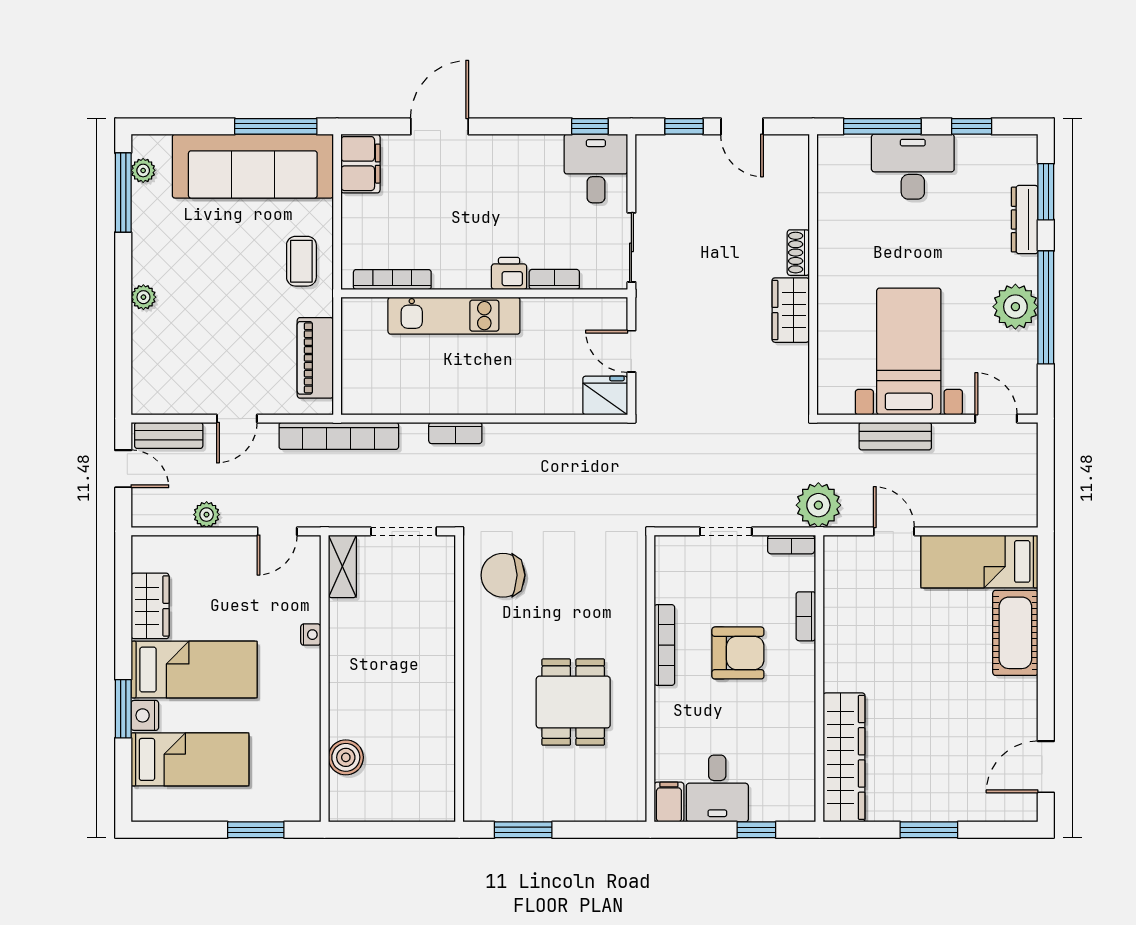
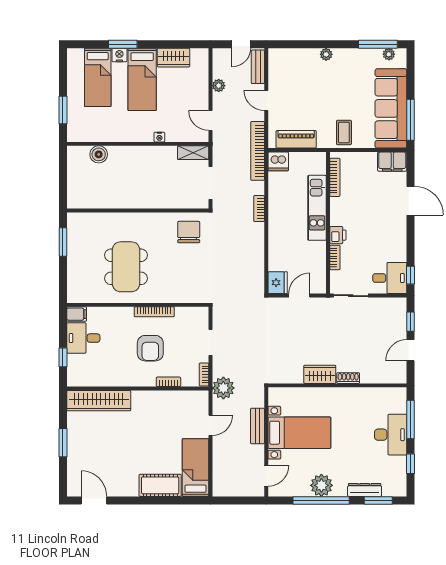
coffee table: (301, 261) -> (344, 132), turned 90
dishwasher: (360, 394) -> (278, 161), added
dining table: (573, 702) -> (126, 267), width x1.37

